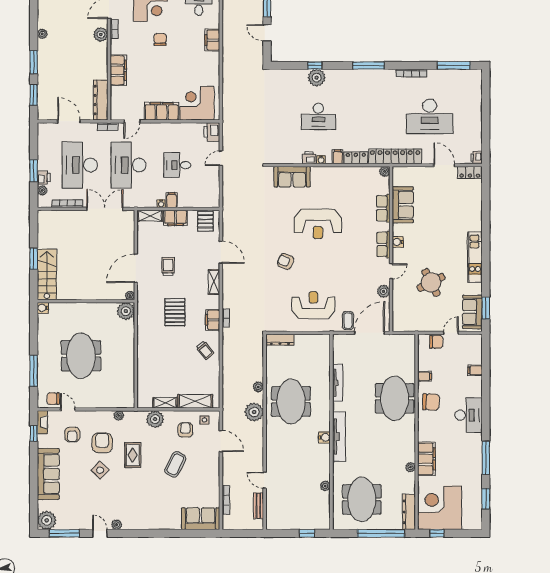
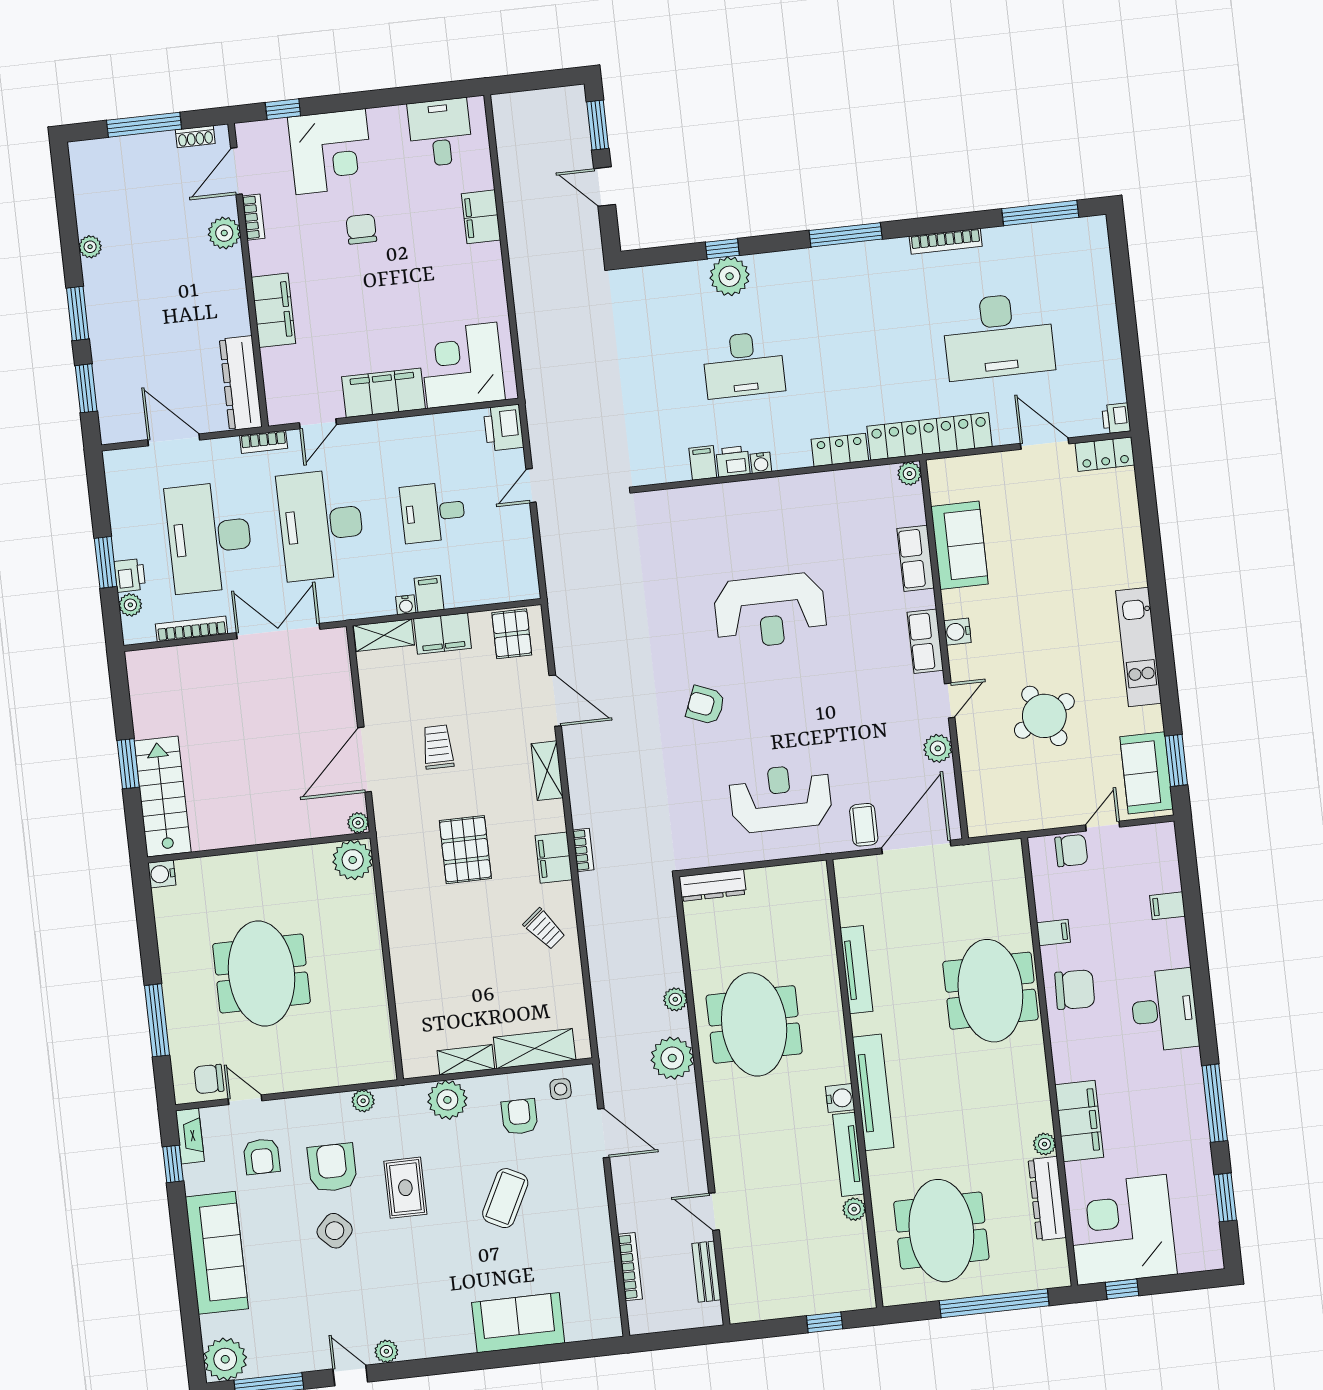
filing cabinet: (338, 157) -> (703, 463), moved
sofa: (292, 177) -> (699, 509), removed
tv unit: (325, 462) -> (848, 1154), added
dresser: (409, 512) -> (1047, 1199), moved
sofa: (201, 519) -> (518, 1323), moved

